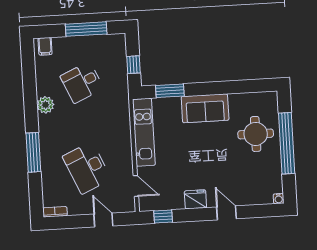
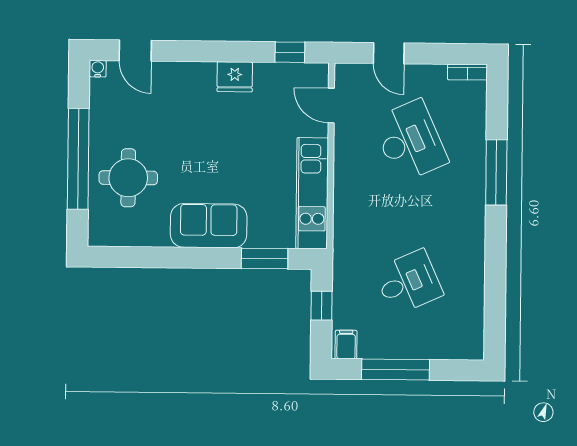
filing cabinet: (45, 46) -> (346, 344), moved
plant: (45, 105) -> (471, 249), removed
door: (226, 213) -> (135, 51), moved

